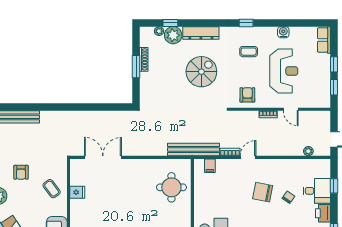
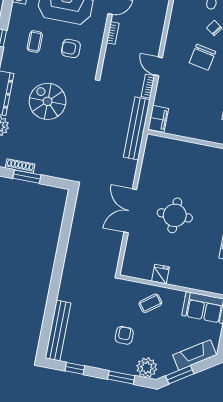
armchair: (247, 95) -> (71, 48), moved
double door: (103, 157) -> (130, 211), moved
filing cabinet: (210, 166) -> (158, 119), width x2.00
armchair: (21, 172) -> (124, 335), turned -90
round table: (171, 187) -> (175, 215), moved

